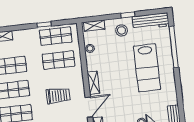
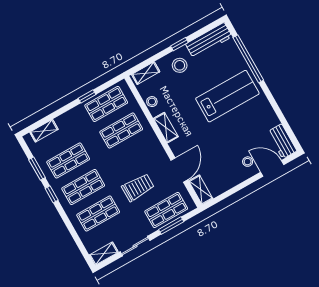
lab bench: (147, 68) -> (227, 96), turned -90
shelving: (93, 83) -> (166, 128), moved
trolley: (58, 96) -> (138, 187), moved

